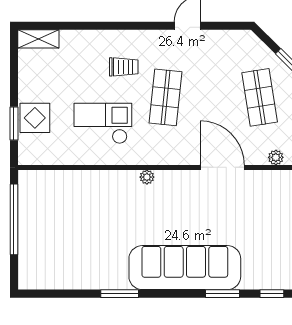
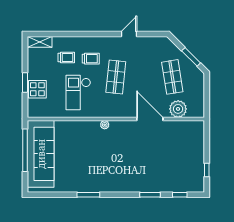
trolley: (83, 65) -> (66, 57), added
window: (14, 123) -> (25, 83), moved
checkout: (103, 123) -> (78, 93), turned -90
plant: (276, 157) -> (178, 109), width x1.87, depth x1.87
sofa: (185, 268) -> (41, 154), moved, turned 90

